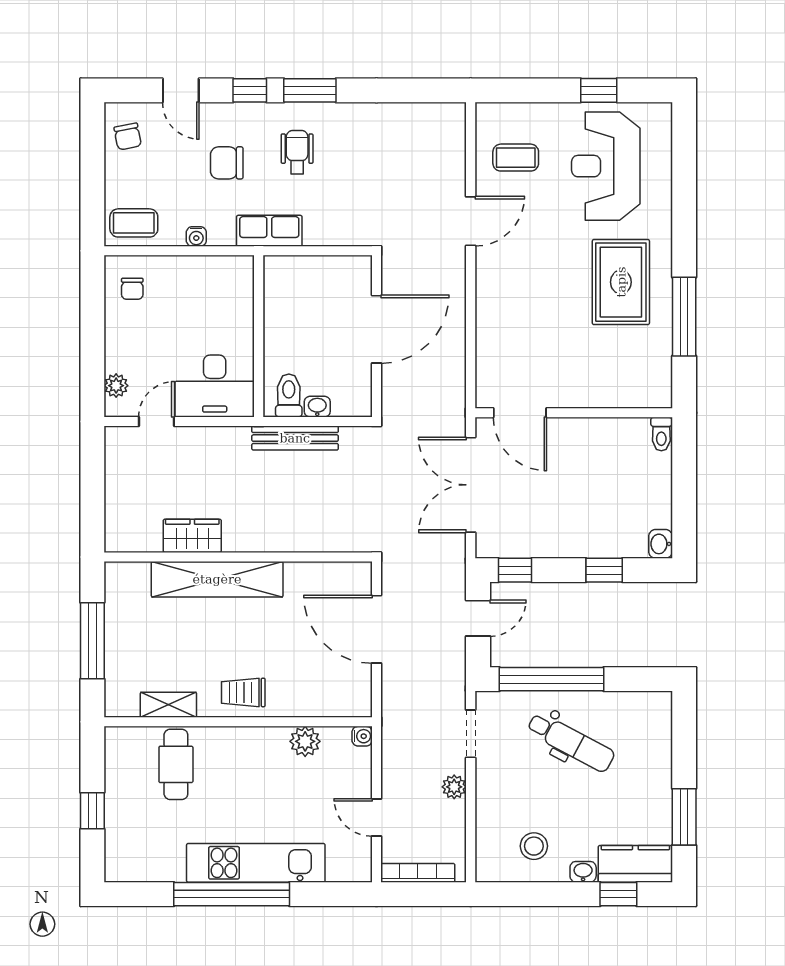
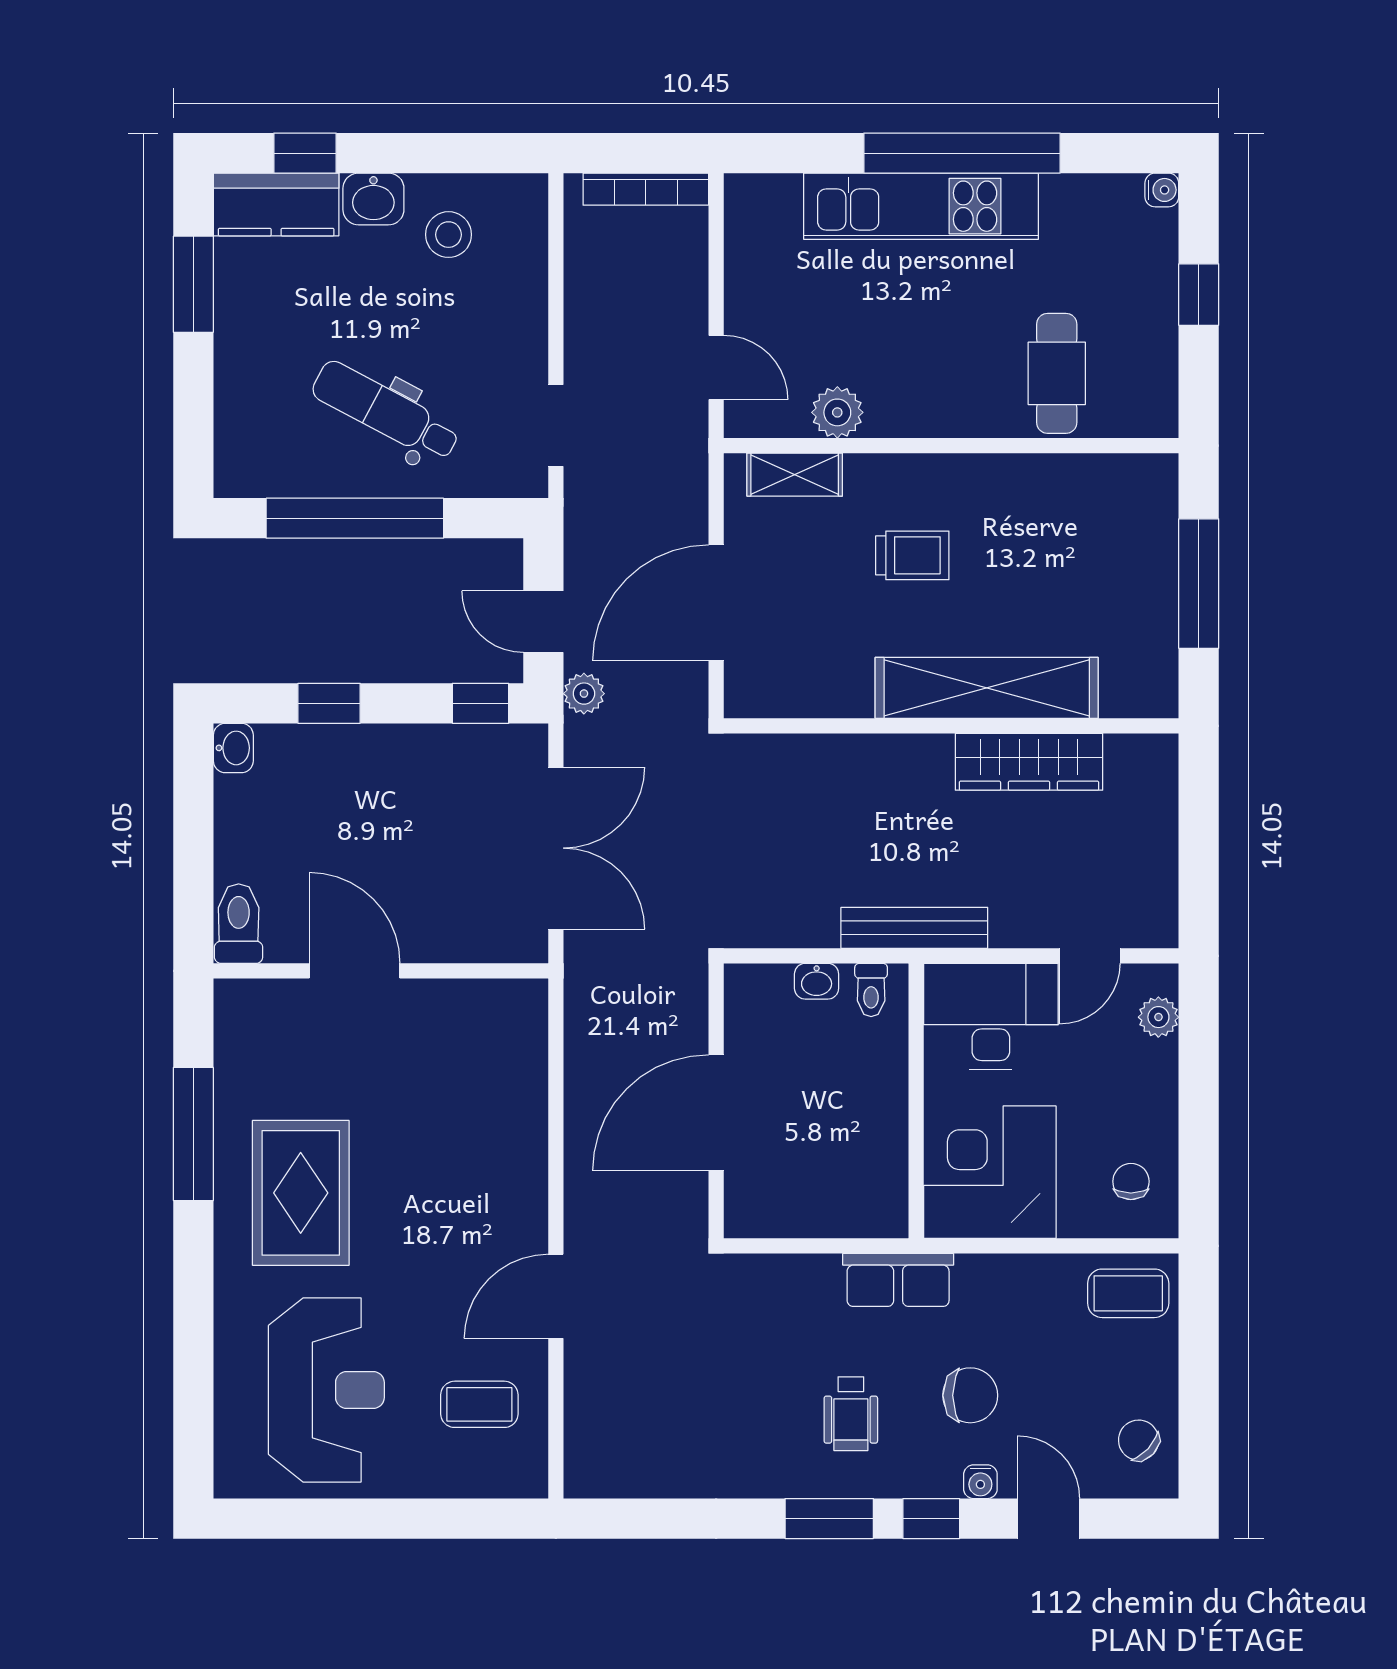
window: (599, 90) -> (338, 1519), removed
chair: (128, 136) -> (1139, 1440), turned -36
water cooler: (196, 236) -> (980, 1482), moved, turned 180
corner desk: (215, 294) -> (990, 1172), added
toilet: (289, 395) -> (871, 990), width x0.73, depth x0.72
door: (520, 413) -> (355, 971), moved
toilet: (661, 434) -> (239, 924), width x1.37, depth x1.39
bench: (295, 438) -> (914, 928), moved
wardrobe: (192, 536) -> (1029, 762), width x1.50
door: (478, 618) -> (543, 622), hinge flipped
door: (376, 629) -> (716, 603), swing flipped
window: (551, 679) -> (355, 518), moved
trolley: (243, 692) -> (912, 555), moved
shelving: (168, 705) -> (795, 475), moved
water cooler: (362, 736) -> (1162, 190), moved, turned 180
plant: (454, 787) -> (584, 694), moved
door: (376, 817) -> (716, 367), moved
washbasin: (583, 872) -> (373, 199), width x1.38, depth x1.45

